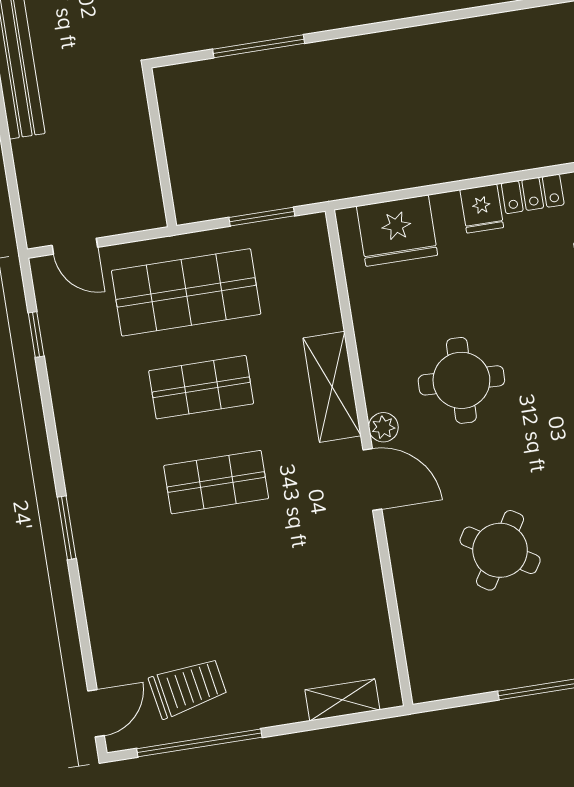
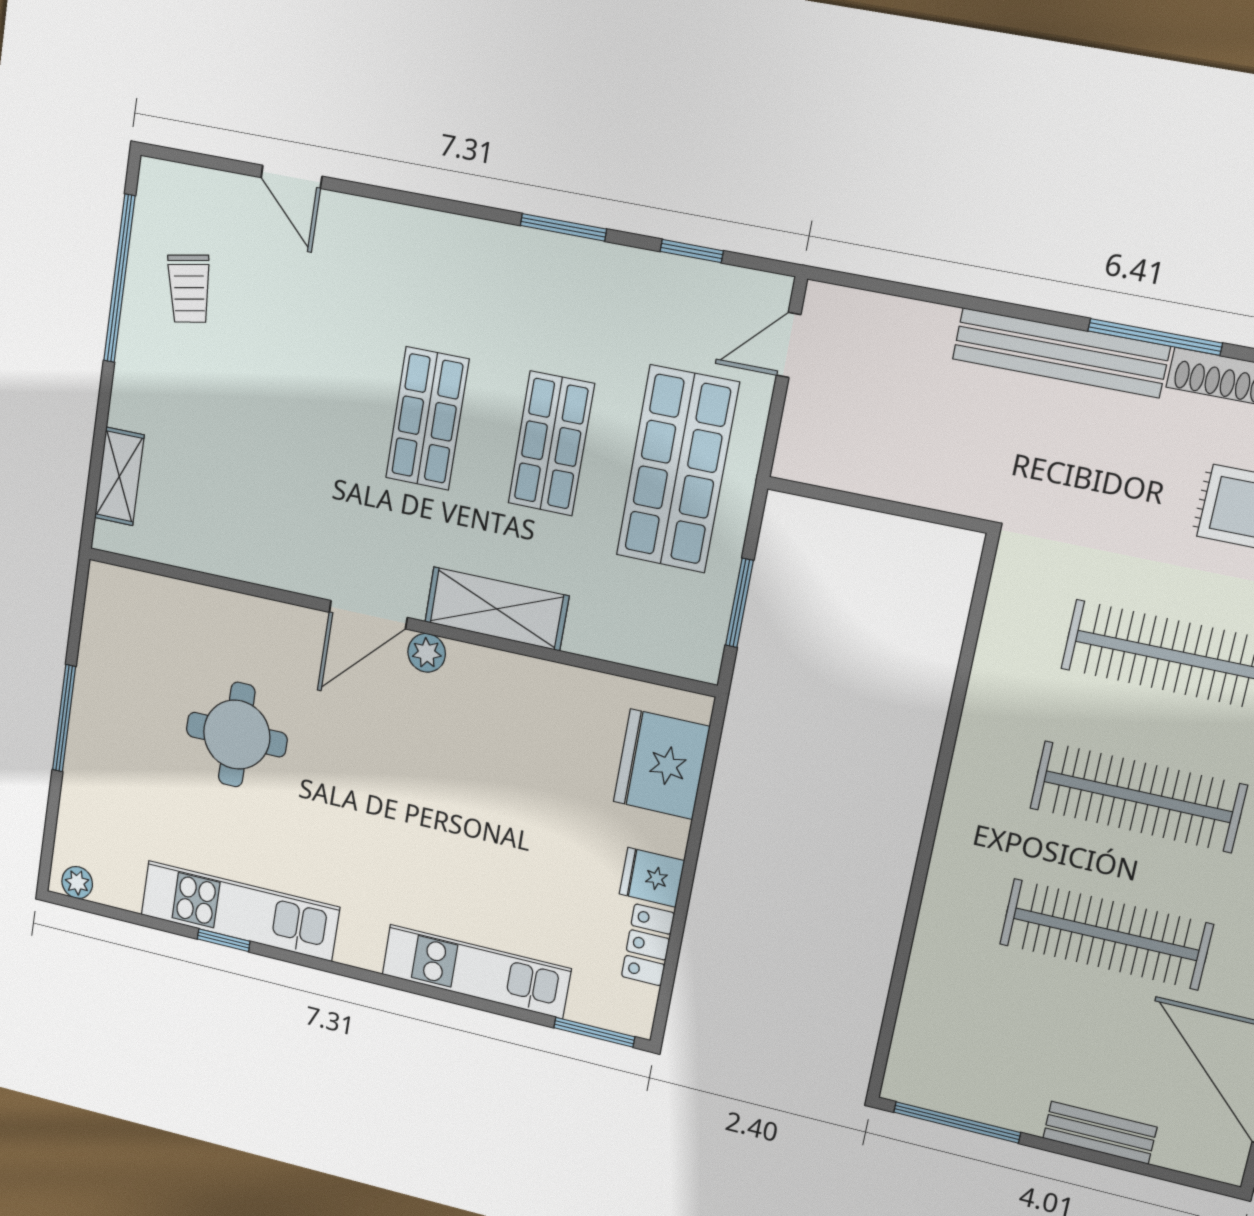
window: (259, 46) -> (961, 683), removed
round table: (461, 380) -> (452, 769), removed
window: (67, 528) -> (563, 227), moved
round table: (500, 550) -> (237, 735), turned -32
trolley: (188, 688) -> (189, 289), width x0.73, depth x0.72
door: (96, 713) -> (292, 177), moved

